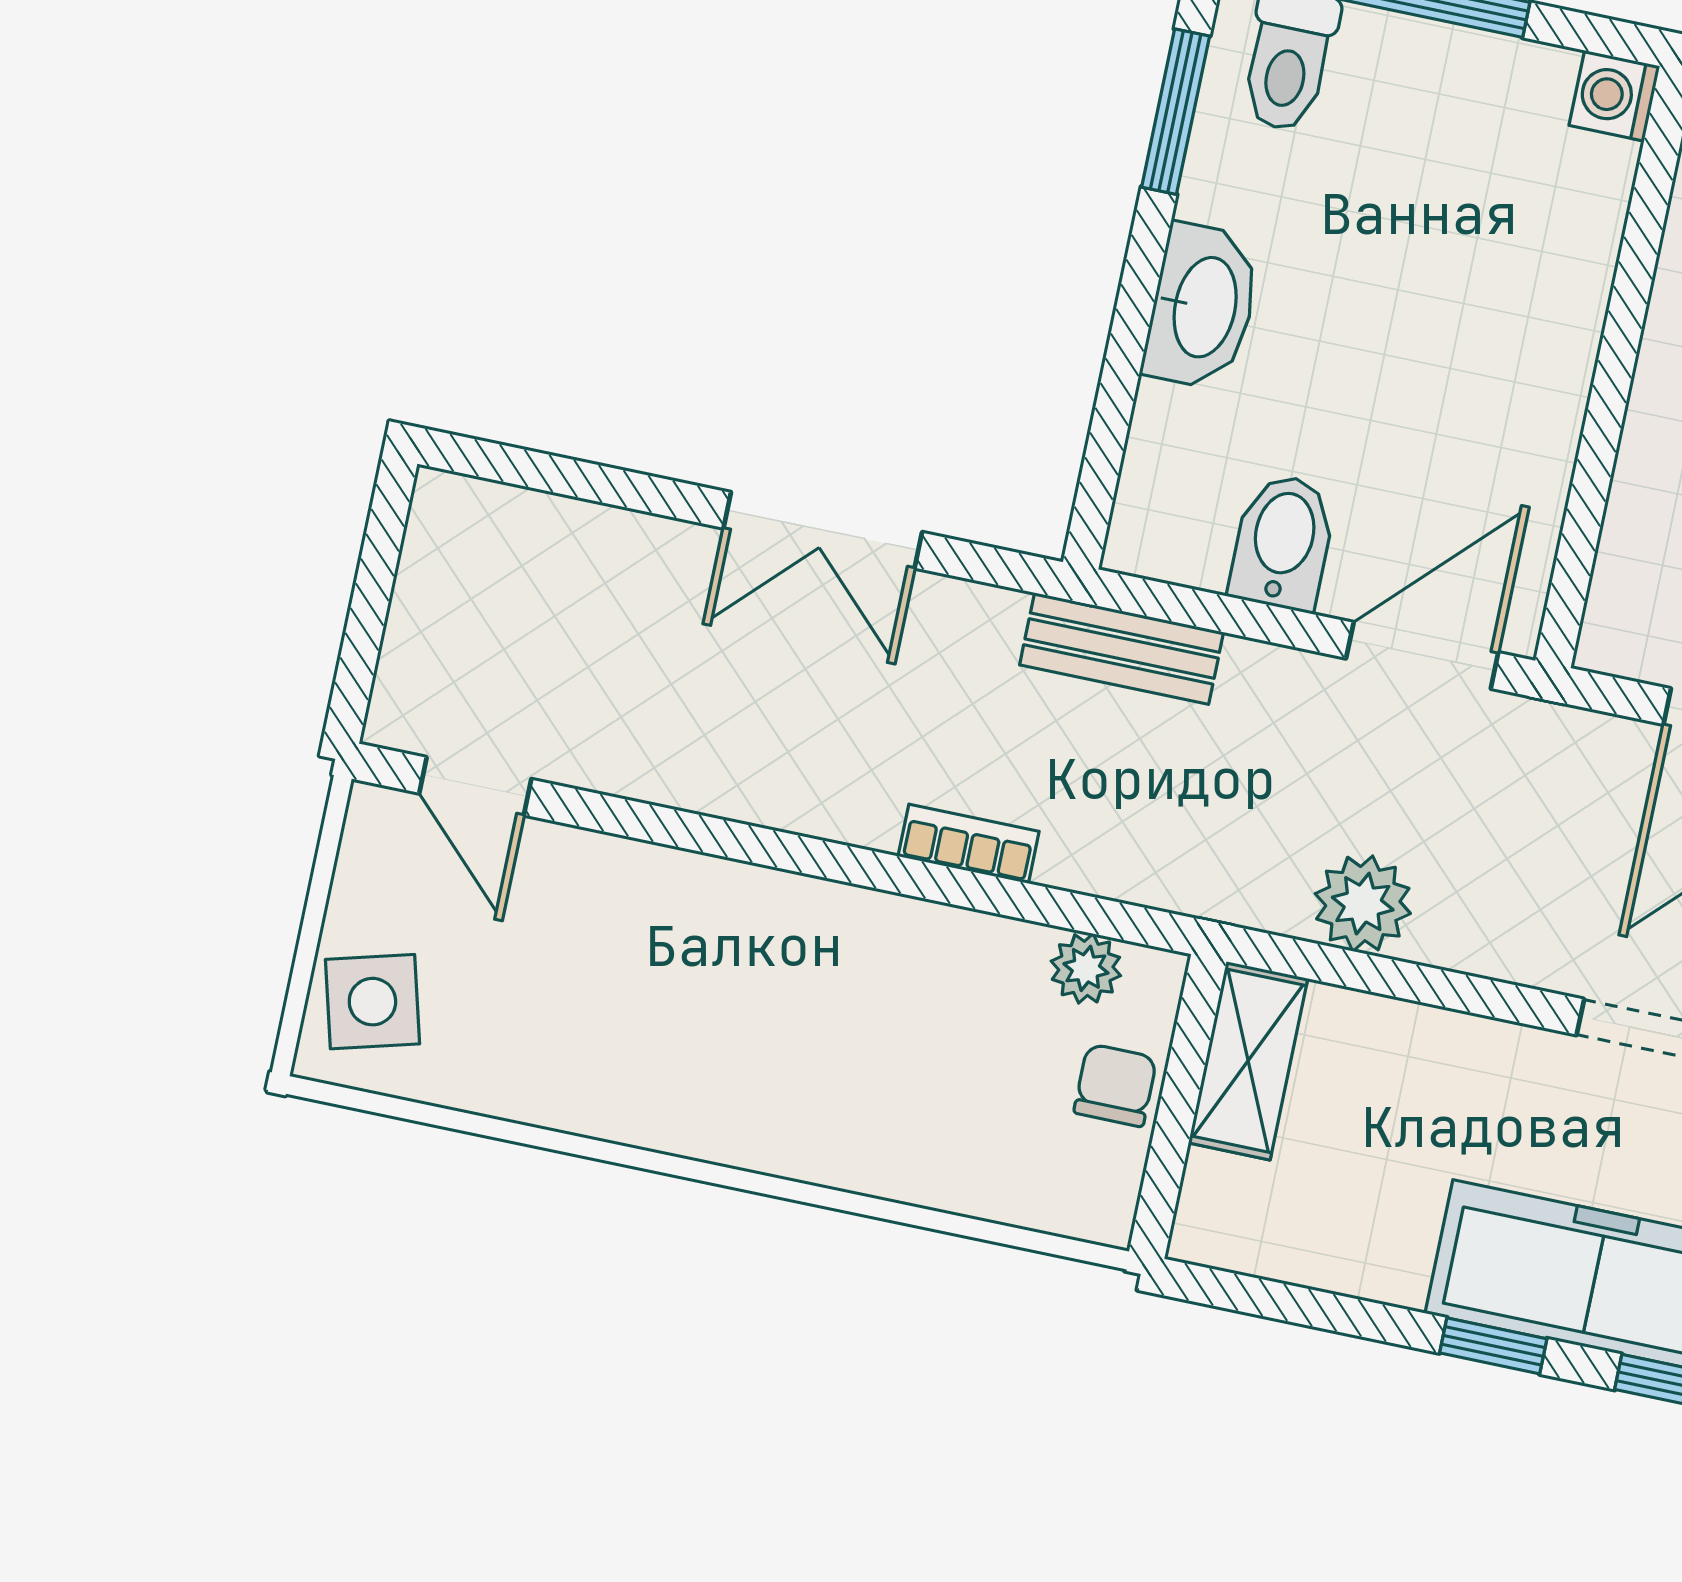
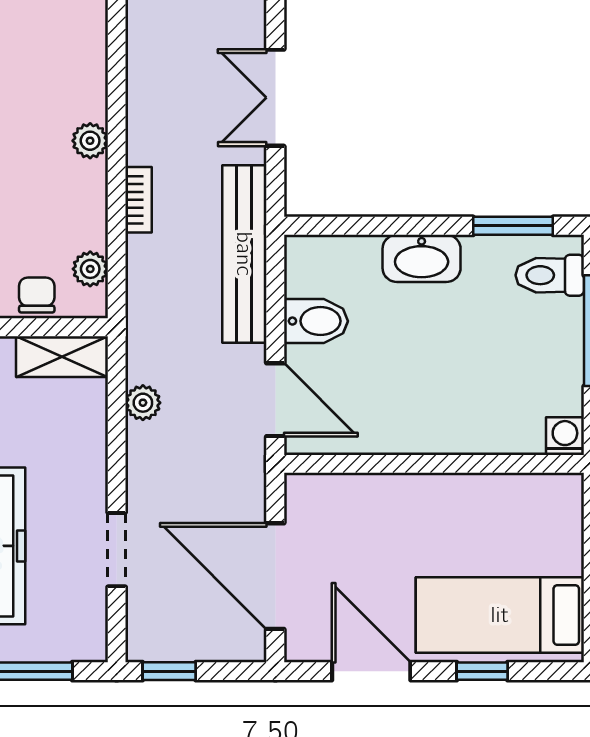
bench: (1122, 649) -> (244, 254), width x1.86, depth x1.21
plant: (1363, 904) -> (143, 403), width x0.73, depth x0.73
plant: (831, 916) -> (90, 141), added
chair: (1115, 1085) -> (37, 295), turned -90

